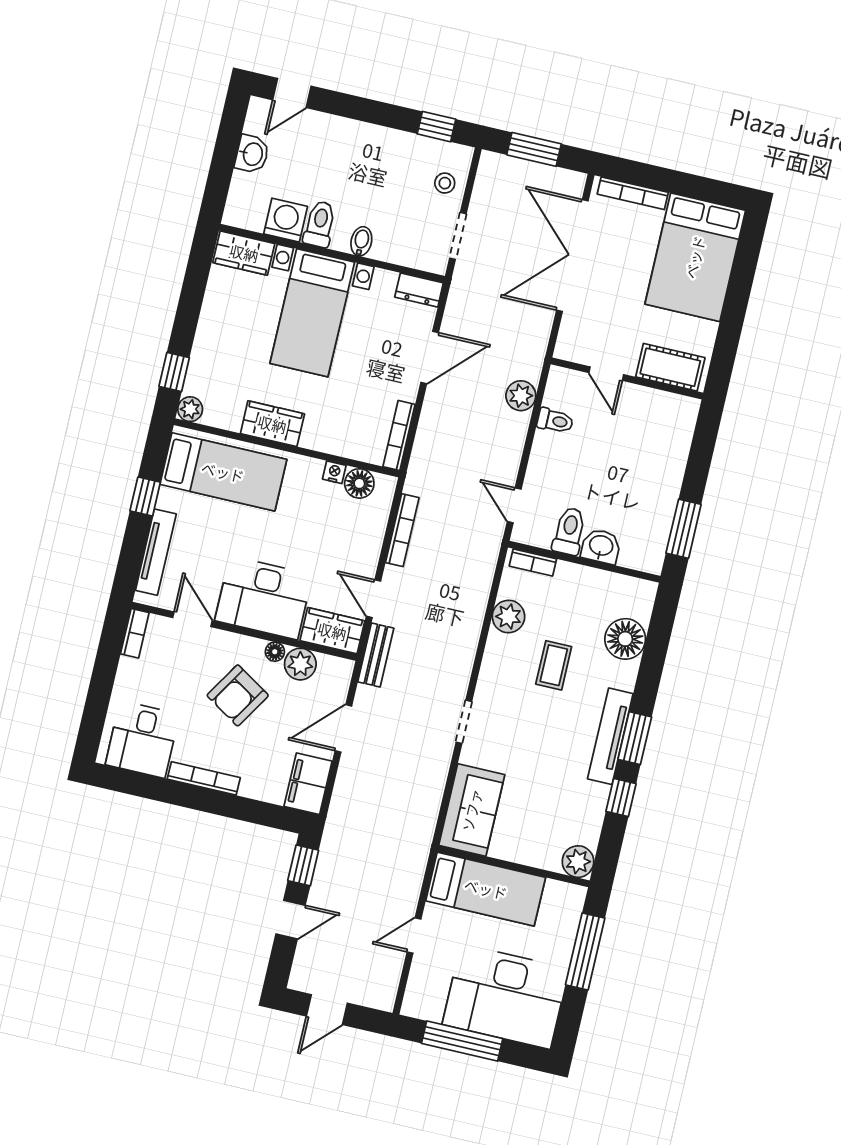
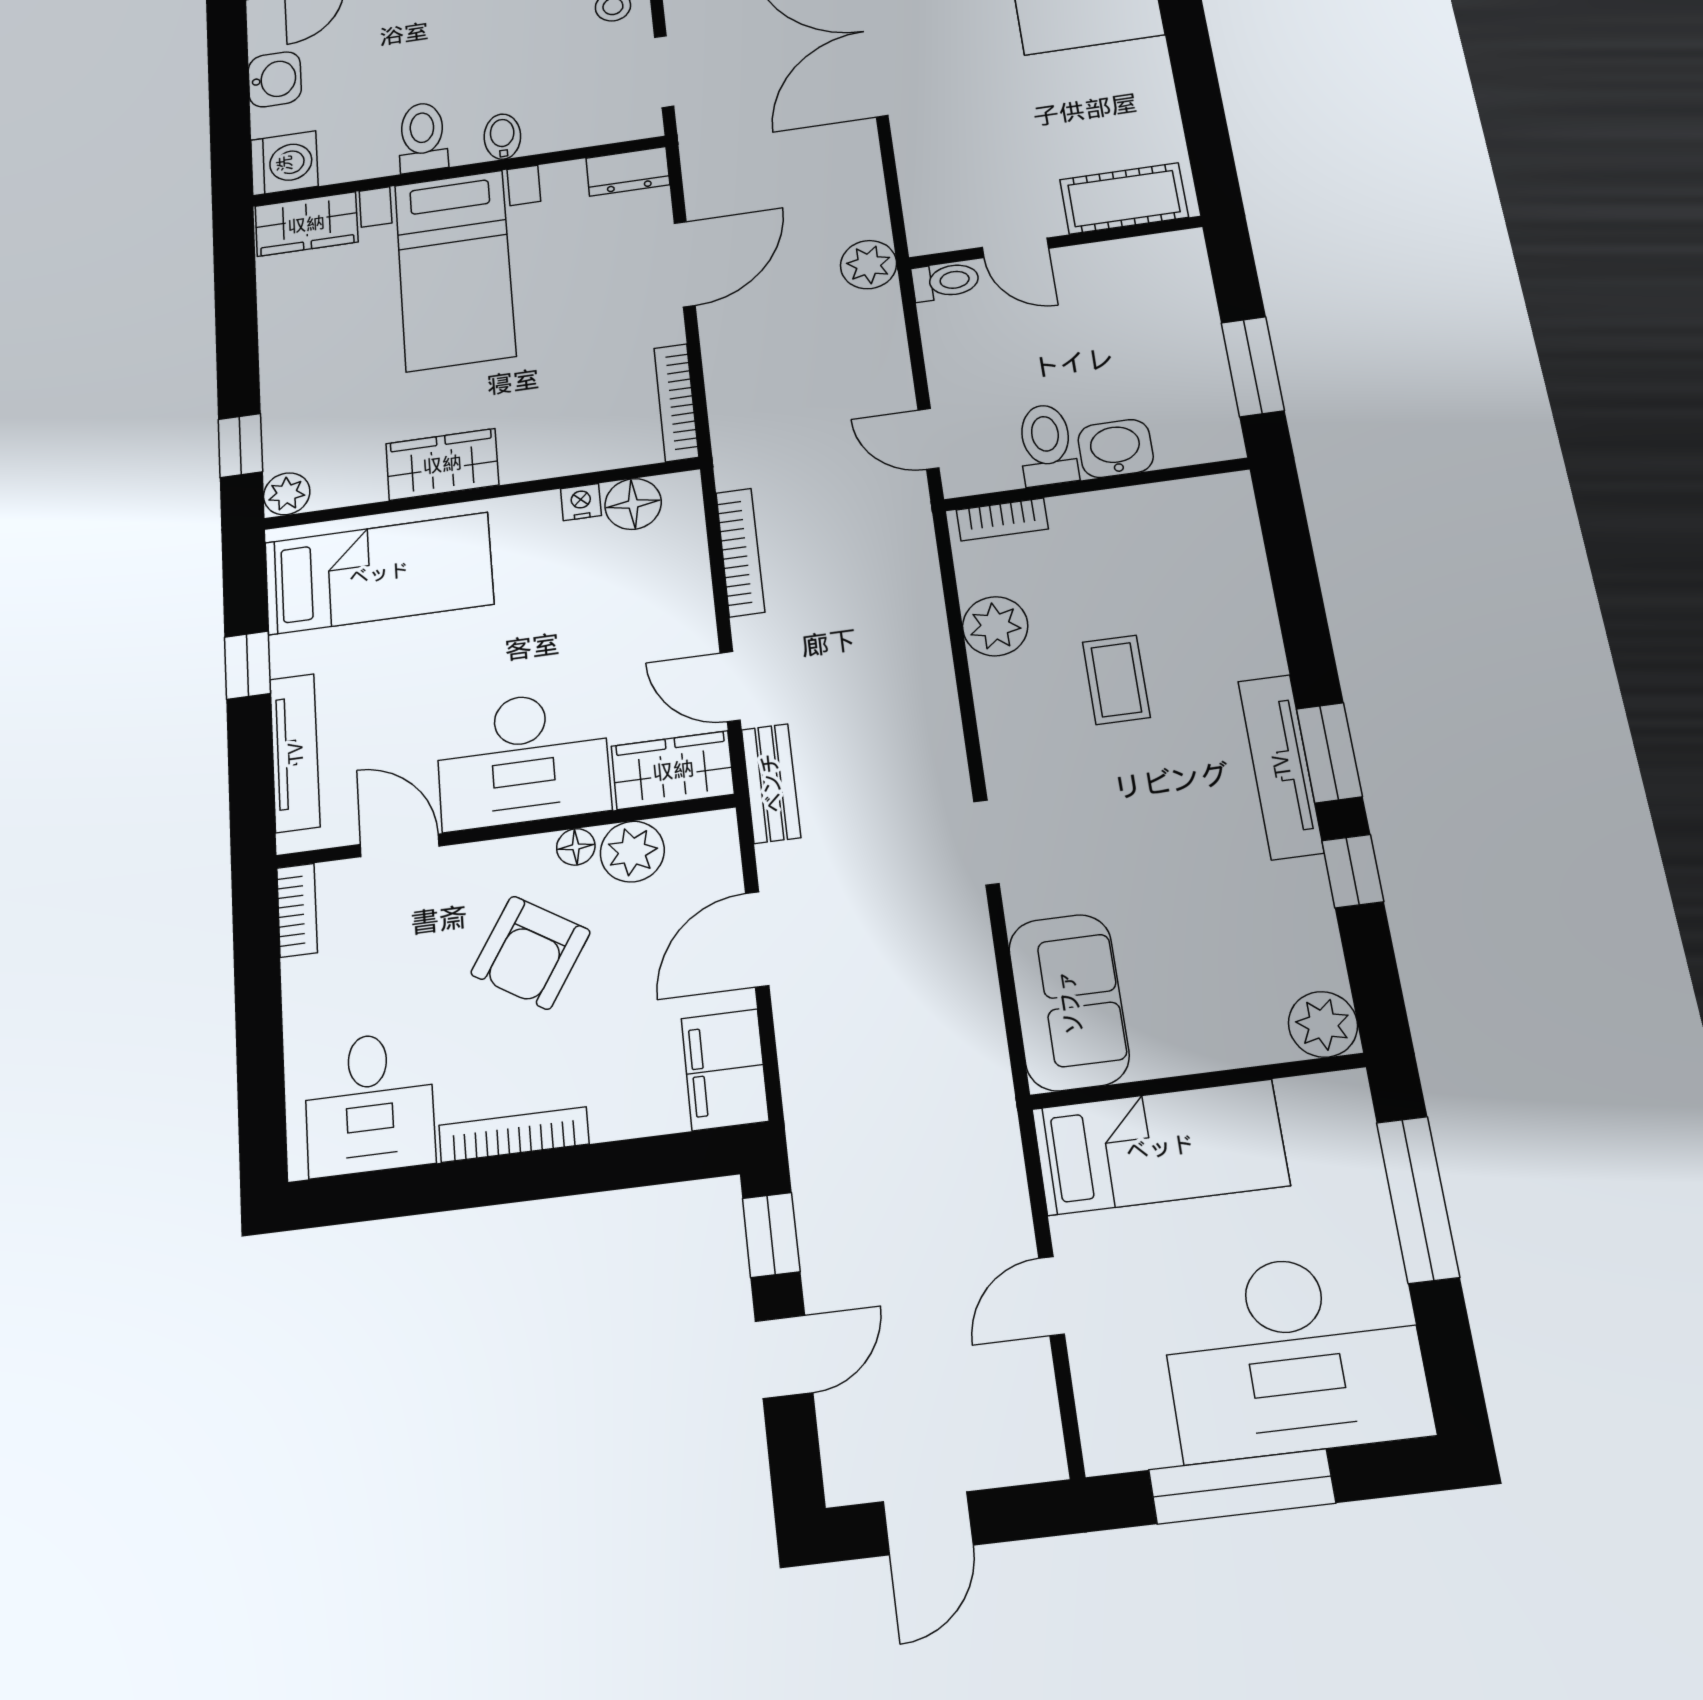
washing machine: (286, 220) -> (284, 163), moved, turned 90
cot: (670, 367) -> (1124, 198), moved
door: (606, 374) -> (1015, 248), moved
wall: (627, 378) -> (1055, 242), moved
floor lamp: (625, 639) -> (1231, 586), removed

